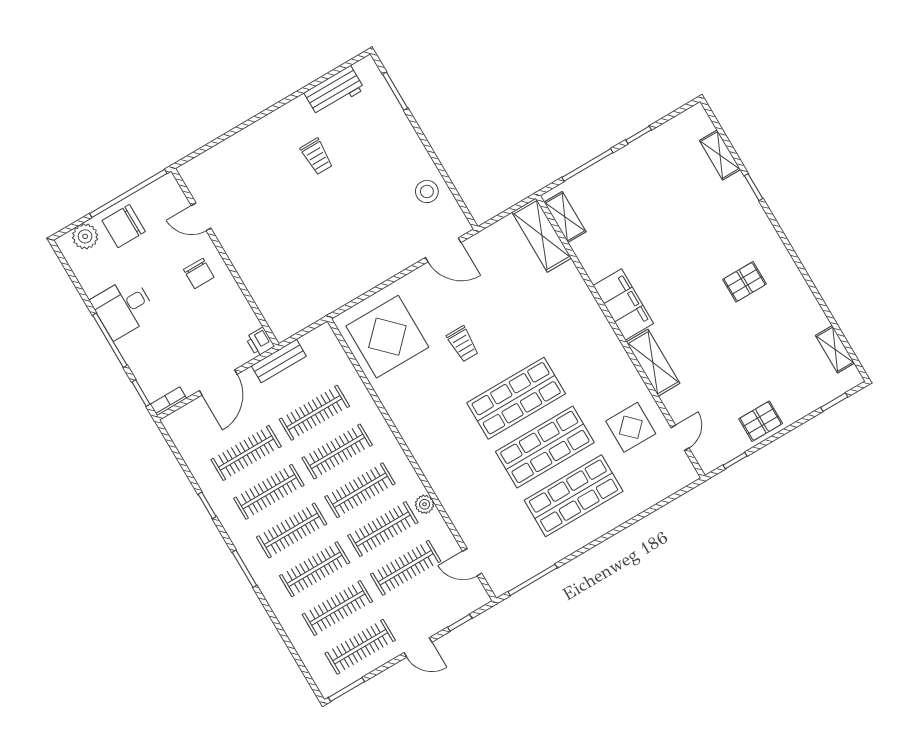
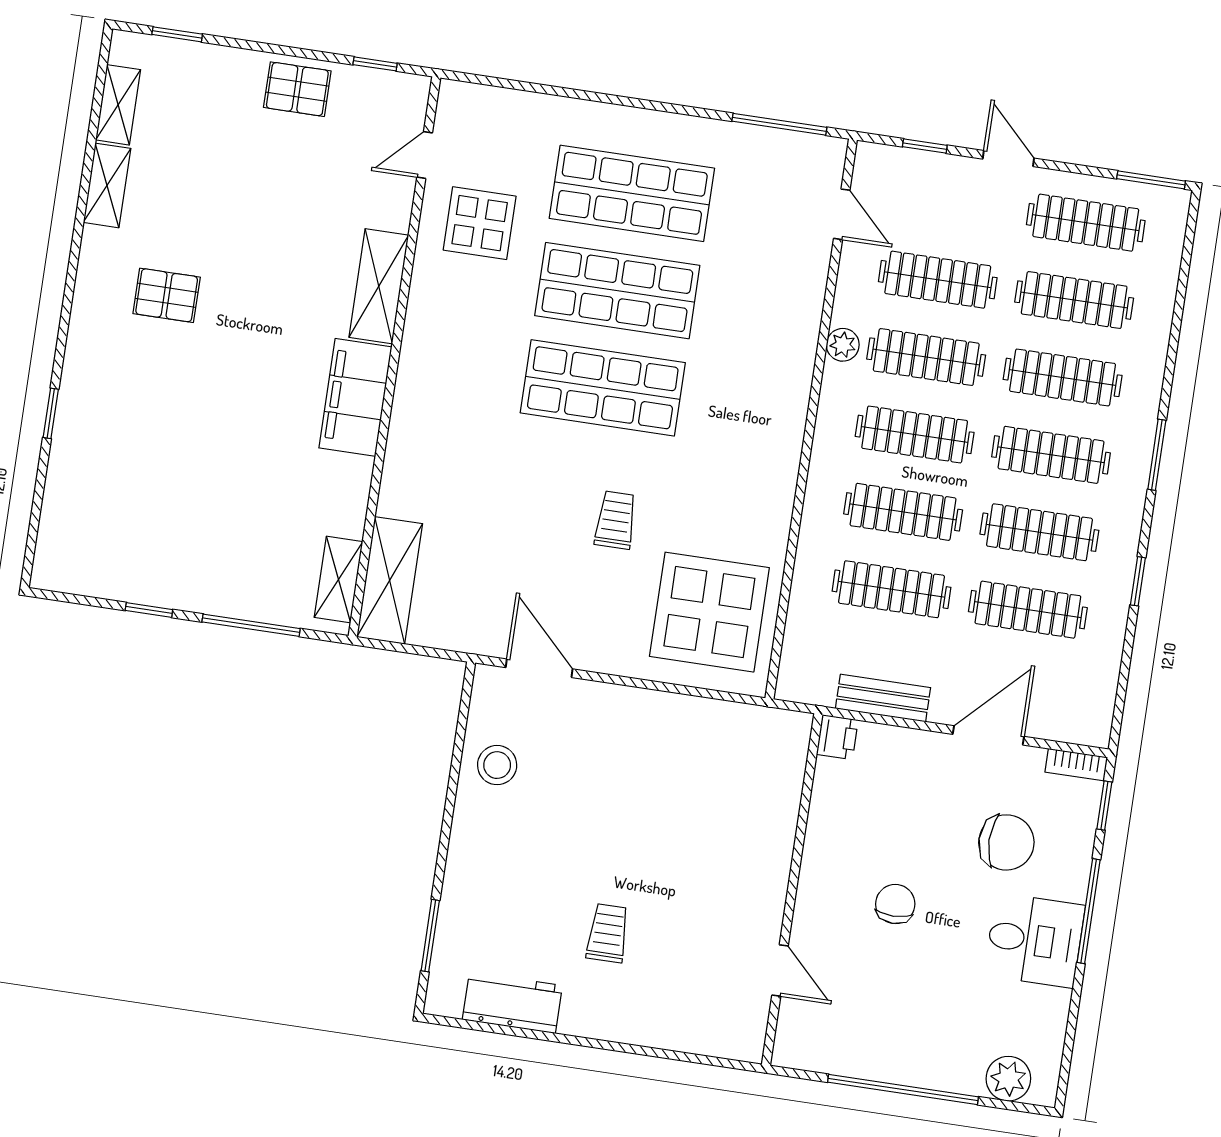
shelving: (720, 155) -> (107, 185), moved
door: (201, 217) -> (780, 970), moved
chair: (124, 226) -> (1006, 842), moved
wall: (225, 257) -> (792, 889), moved
printer: (260, 342) -> (837, 737), moved

